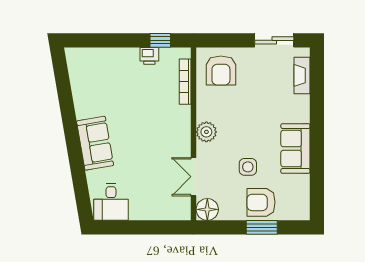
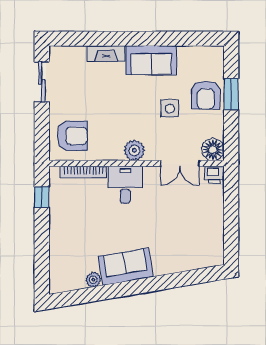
printer: (149, 56) -> (215, 175), moved, turned 90
fireplace: (302, 75) -> (106, 54), moved
plant: (79, 91) -> (93, 280), added
sofa: (95, 143) -> (126, 267), moved
desk: (111, 202) -> (125, 185), moved, turned -90

